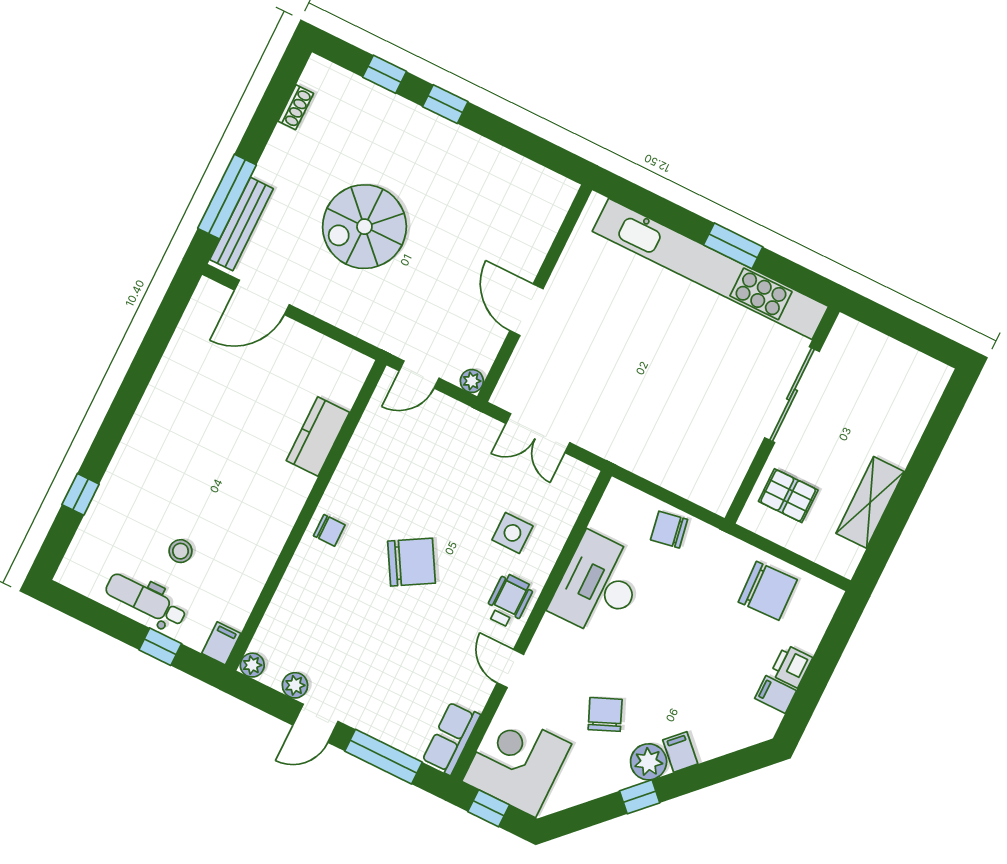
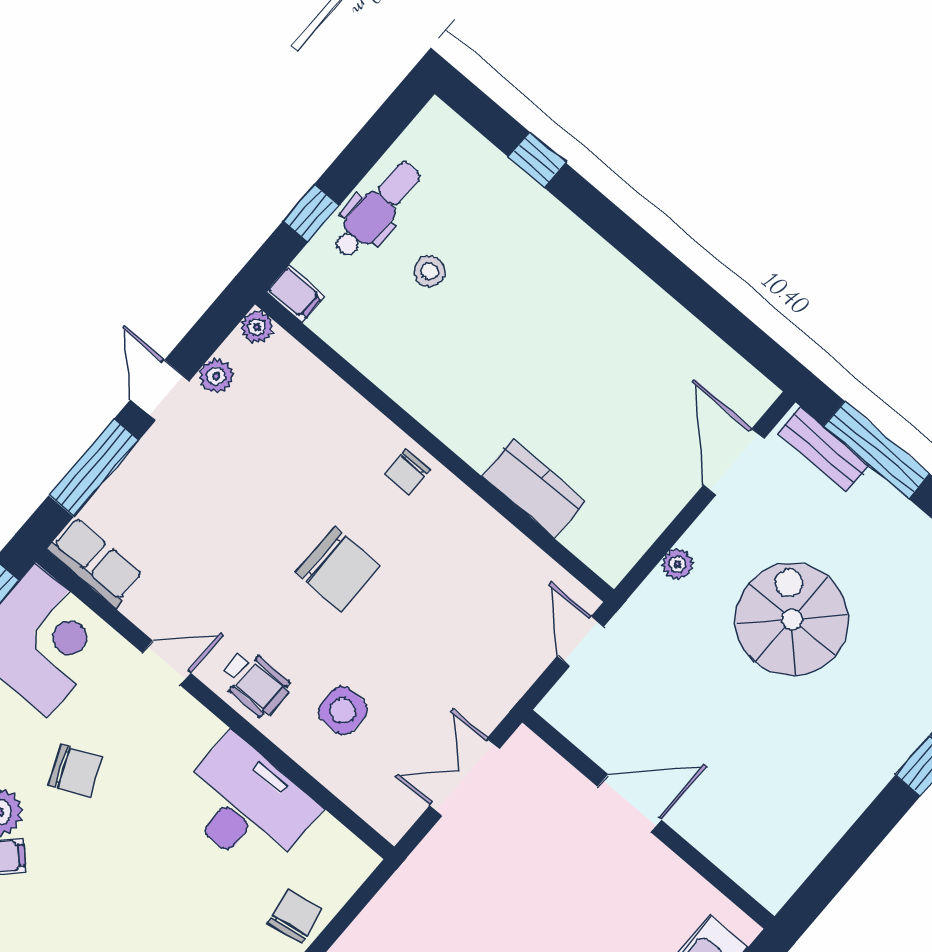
bench: (242, 224) -> (823, 449), width x0.73
plant: (472, 381) -> (678, 564), moved
chair: (411, 562) -> (338, 569), turned -60

